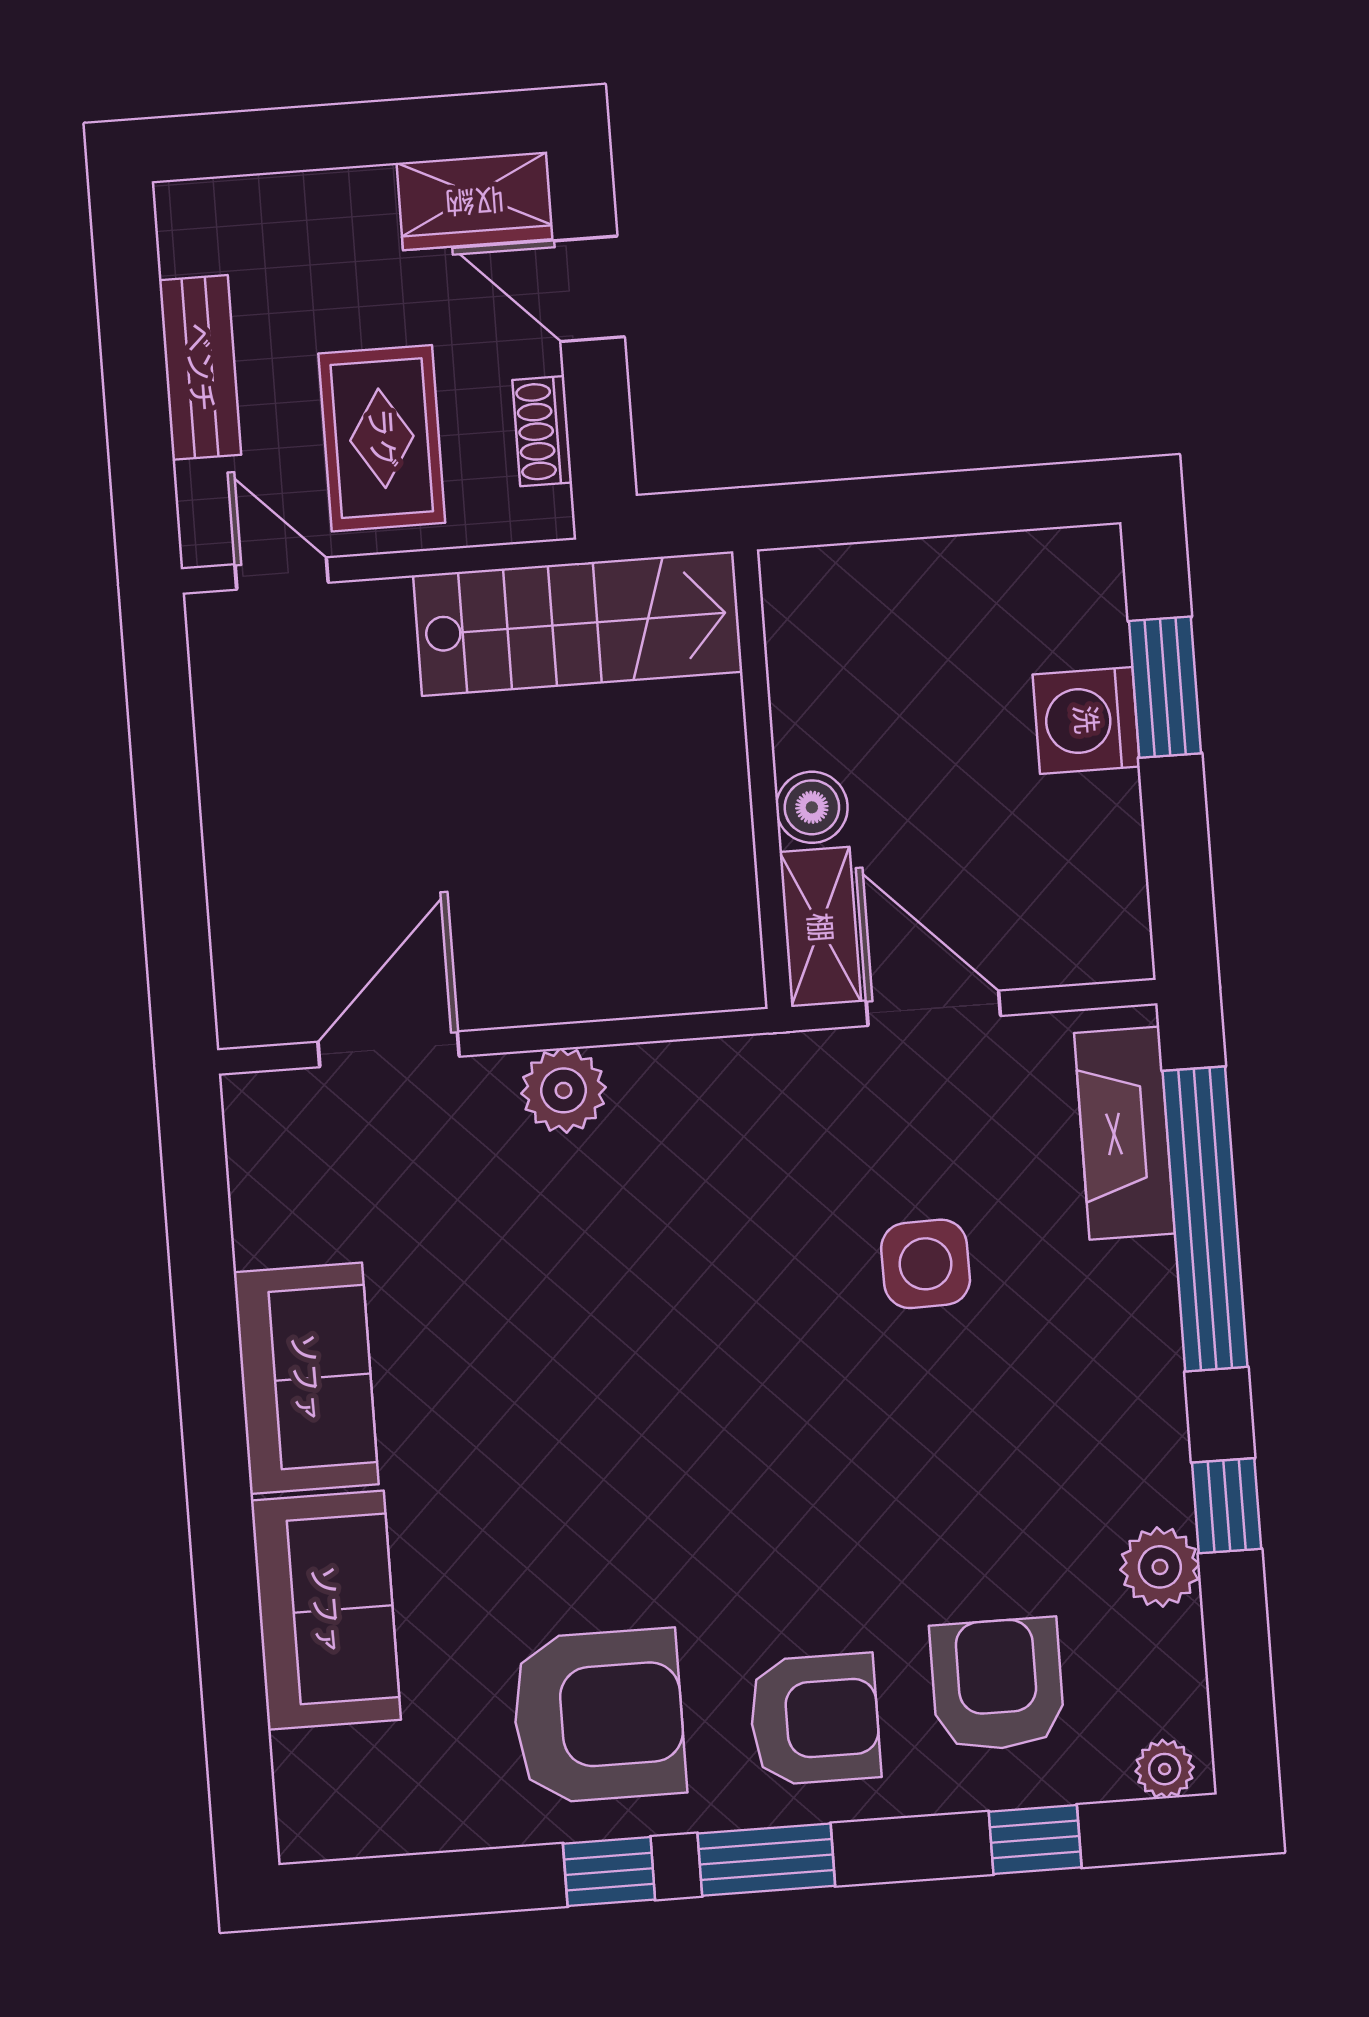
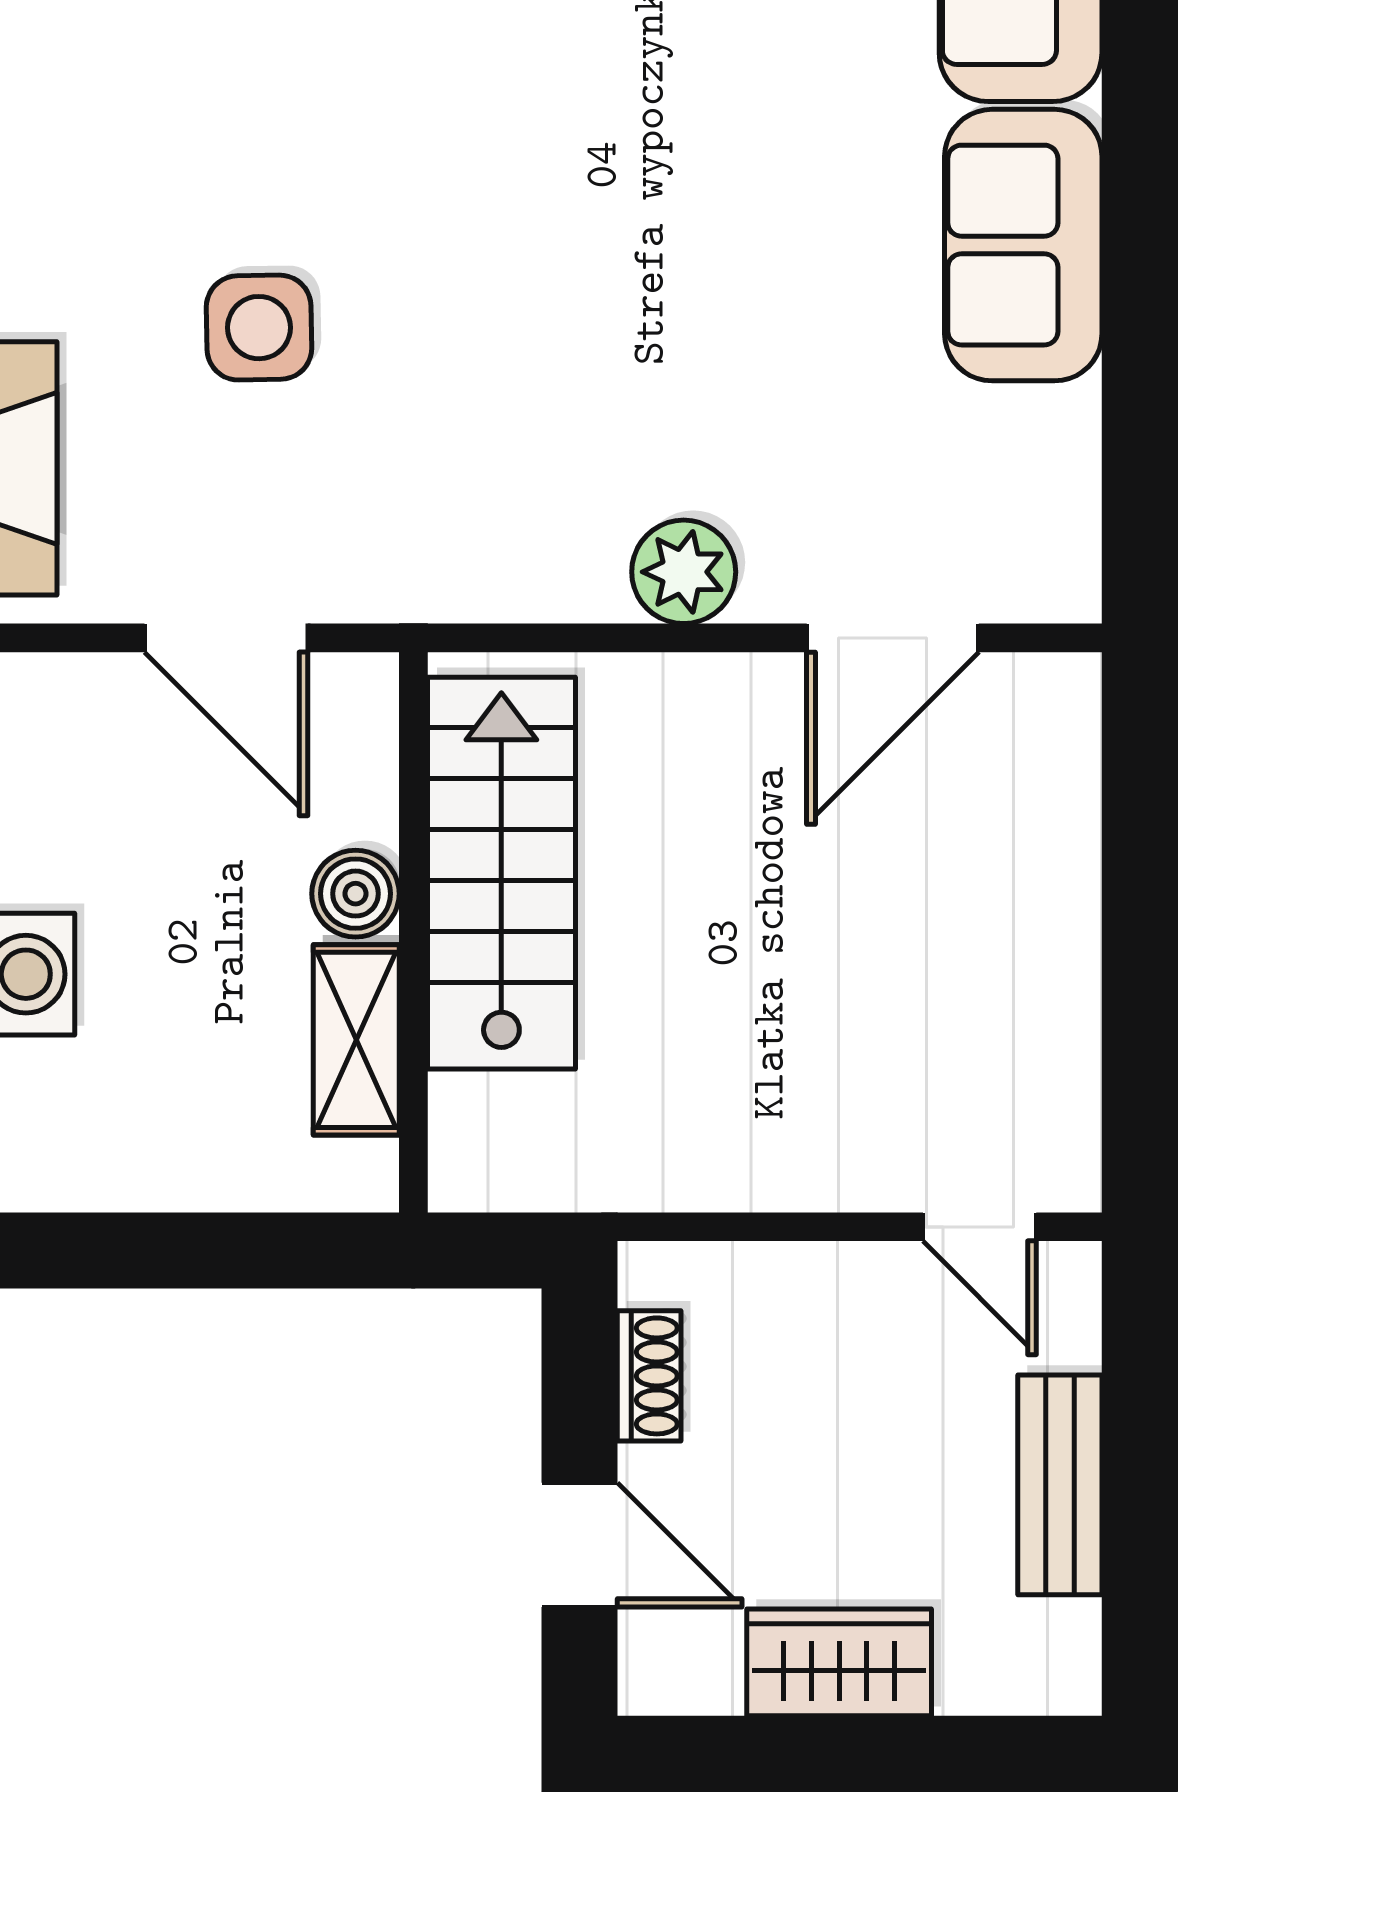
wardrobe: (475, 201) -> (839, 1662), moved
rug: (382, 438) -> (845, 1382), removed
stairs: (578, 624) -> (501, 873), moved, turned 90
shelving: (820, 927) -> (356, 1040), moved

